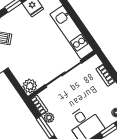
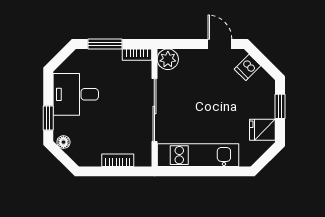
plant: (49, 118) -> (113, 56), removed

